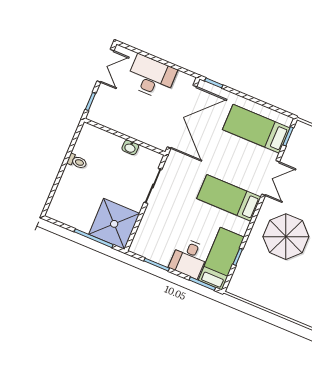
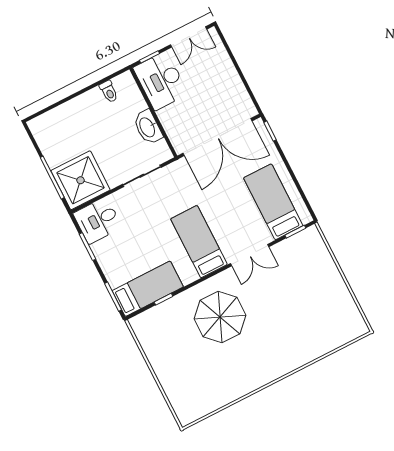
desk: (151, 77) -> (161, 81), moved, turned 180
washbasin: (130, 147) -> (148, 127), width x1.91, depth x1.45
toilet: (77, 162) -> (109, 91), moved
desk: (189, 258) -> (98, 220), moved

